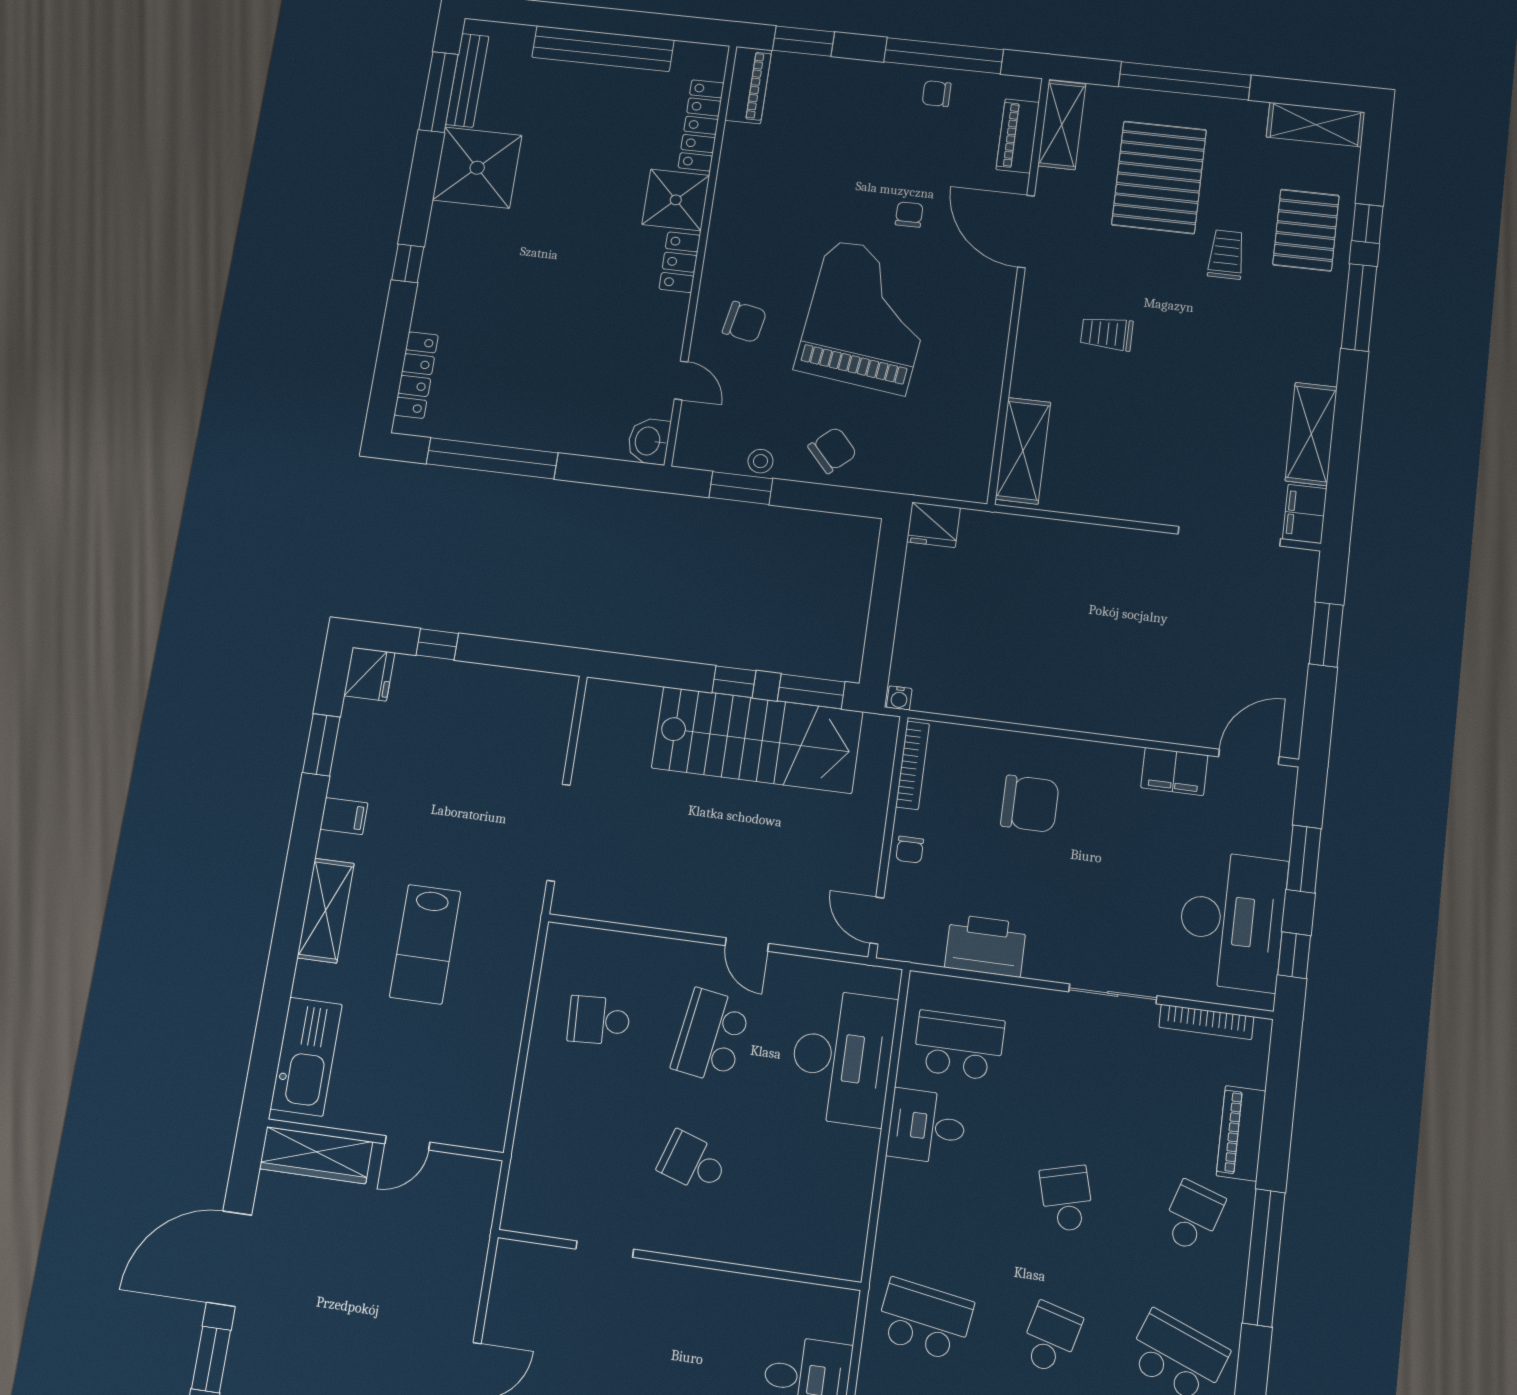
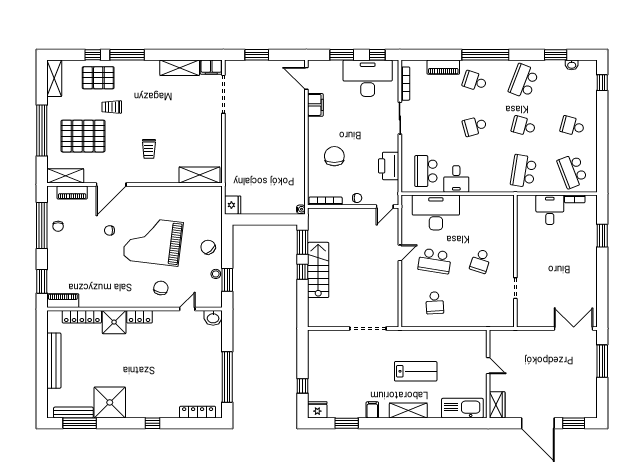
stairs: (757, 740) -> (318, 270), width x0.73, depth x0.66
wardrobe: (316, 1155) -> (497, 405), width x0.67

